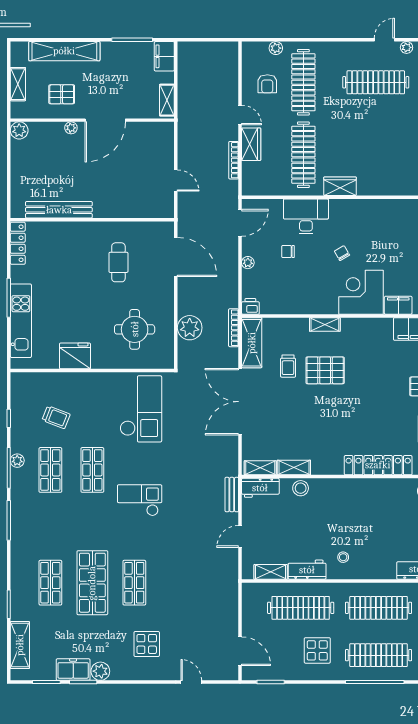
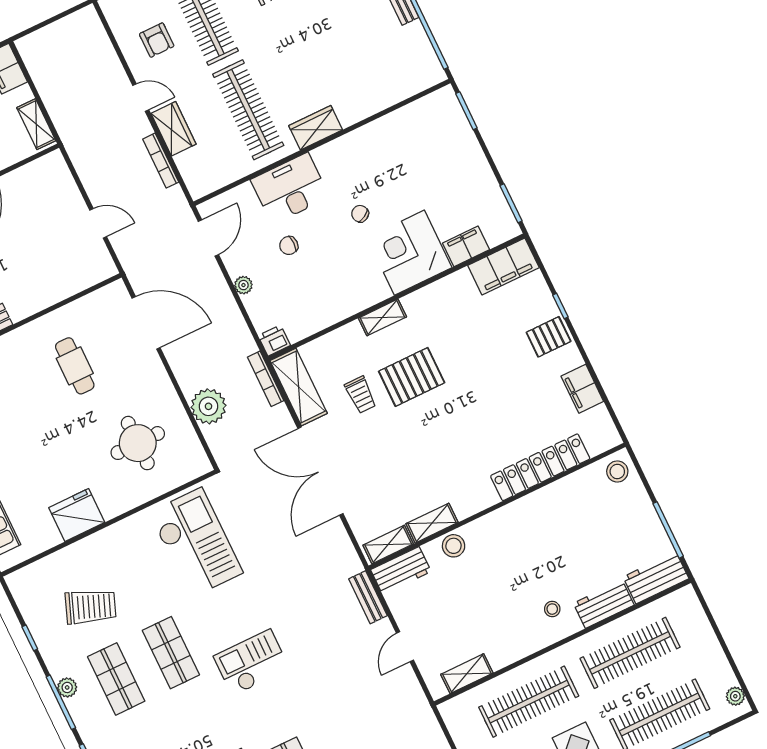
trolley: (56, 417) -> (91, 607), width x1.36, depth x1.39
workbench: (307, 570) -> (604, 604), moved

